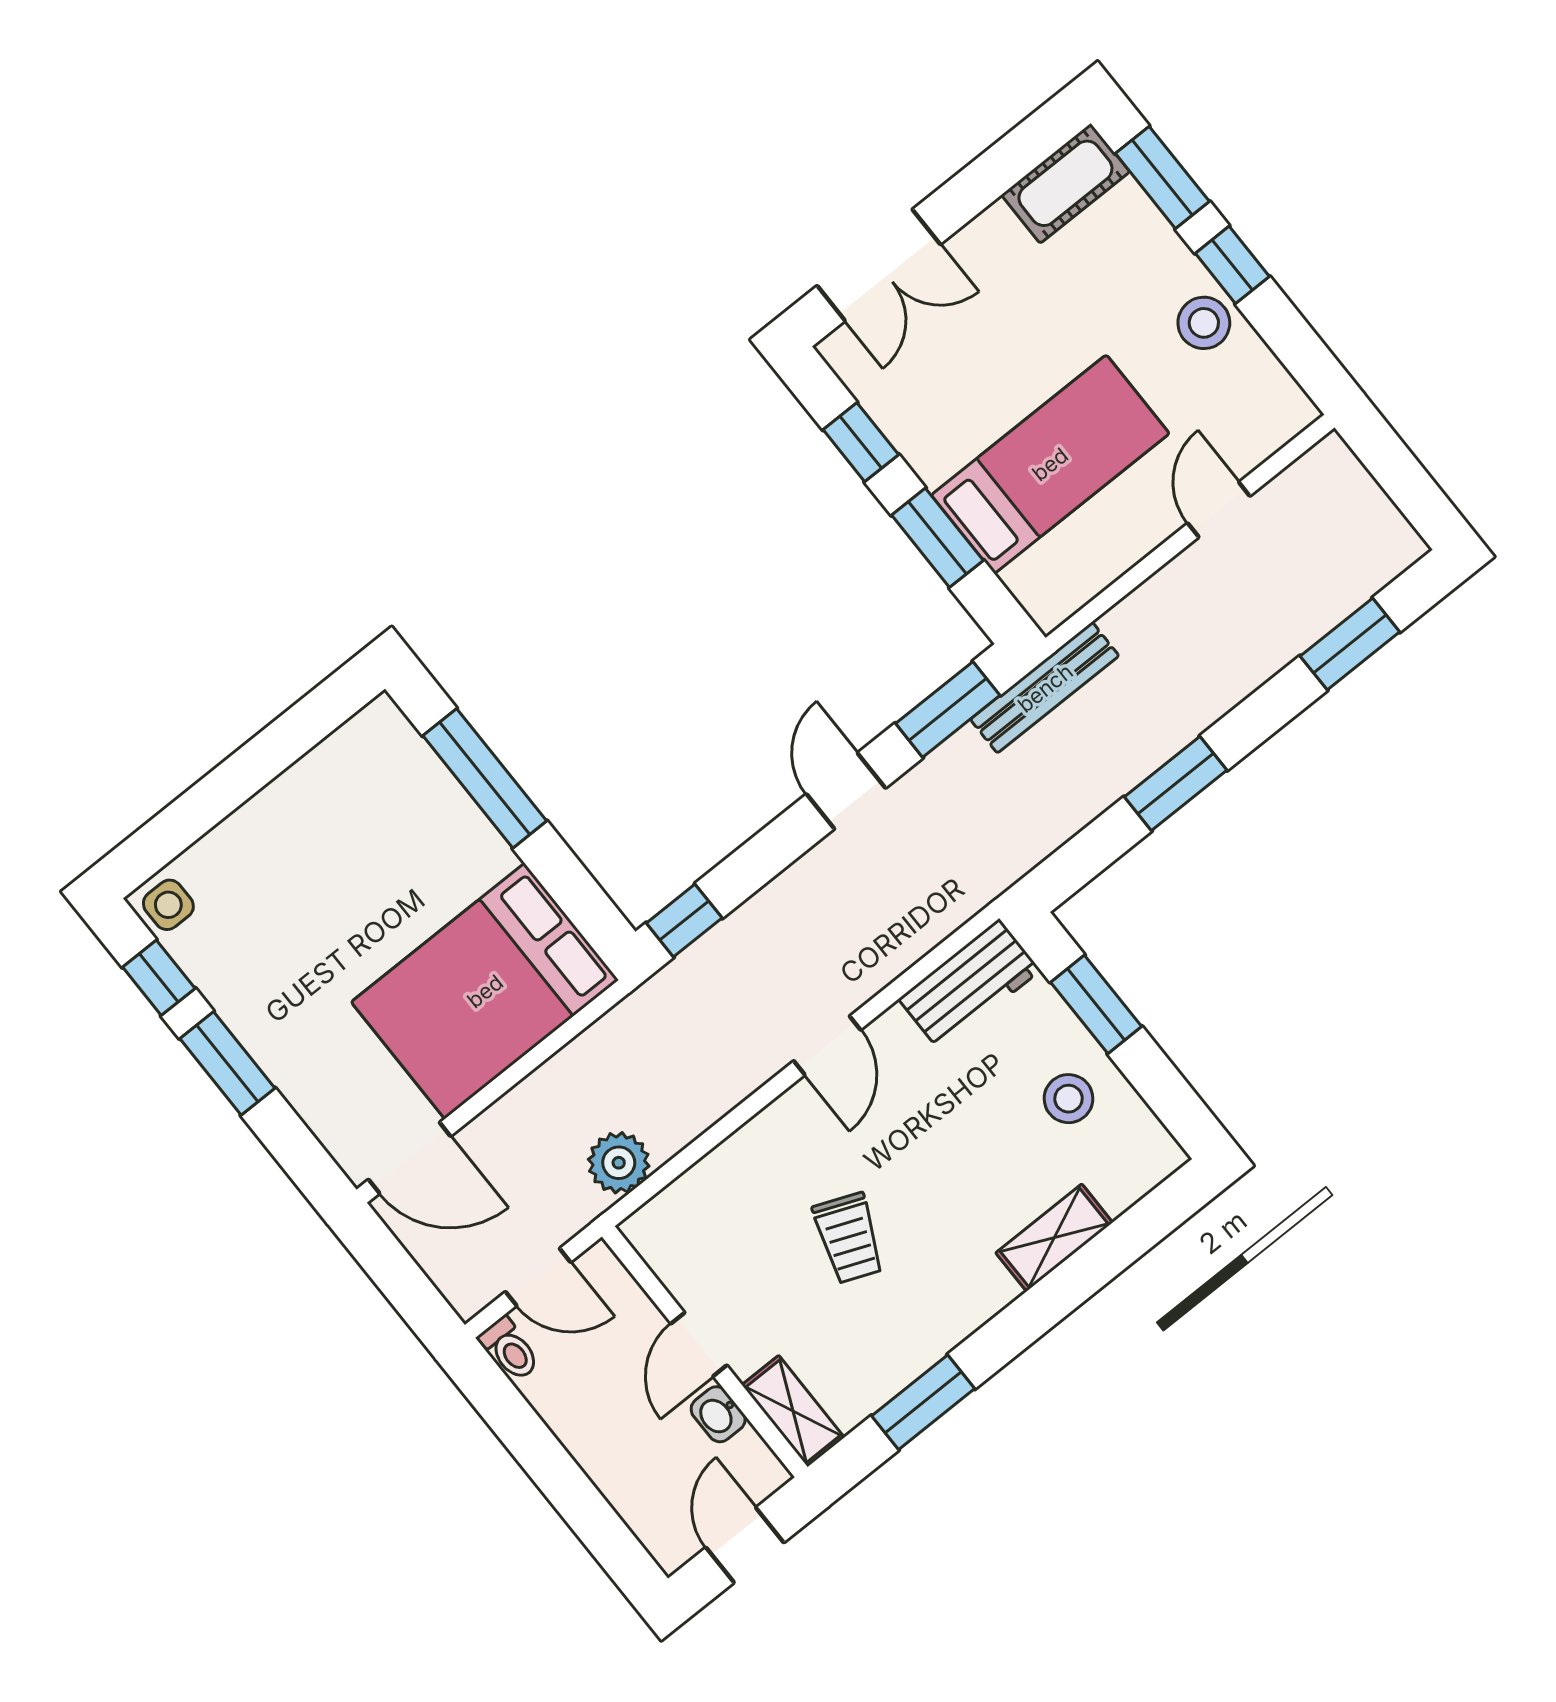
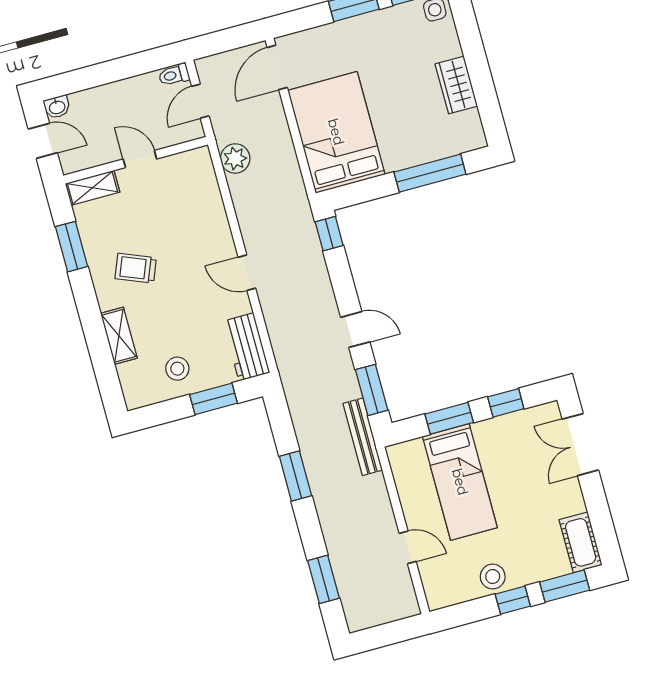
wardrobe: (294, 801) -> (456, 85), added
trolley: (849, 1238) -> (136, 268), moved
washbasin: (718, 1414) -> (57, 107), moved, turned 180

